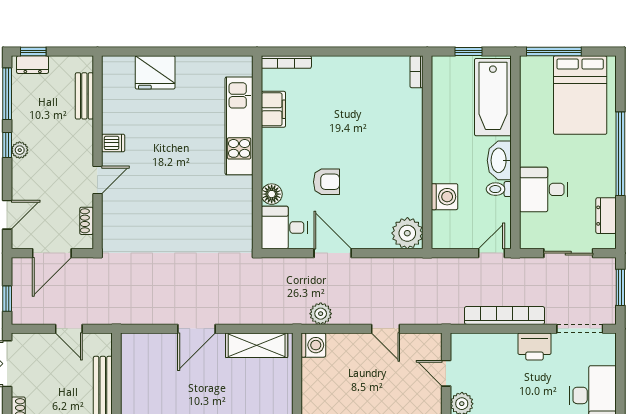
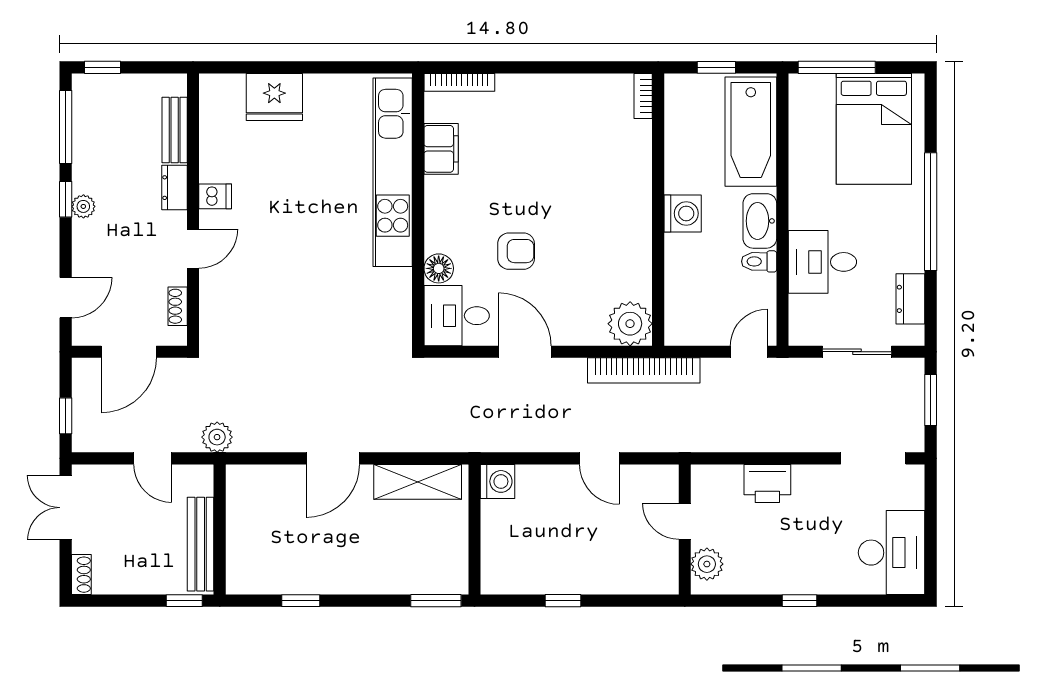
dresser: (33, 65) -> (174, 188), moved, turned 90
kitchen unit: (239, 126) -> (393, 172), width x1.36
washing machine: (445, 197) -> (683, 213), moved
plant: (321, 314) -> (217, 437), moved
bookcase: (505, 315) -> (644, 370), moved, turned 180
printer: (534, 347) -> (767, 483), moved

